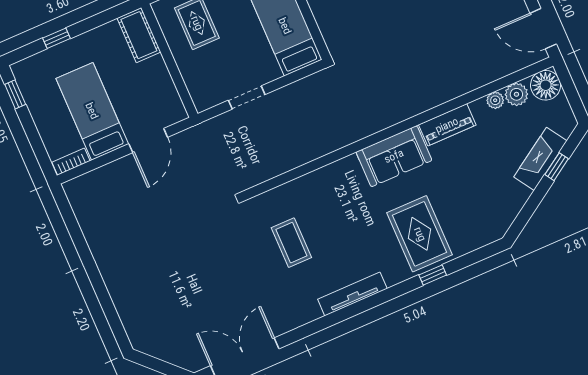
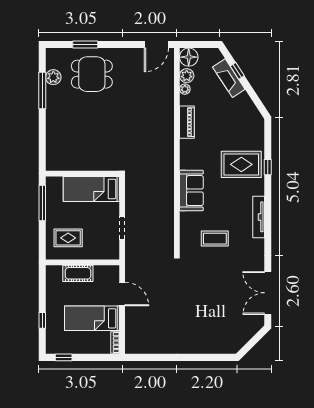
cot: (139, 35) -> (78, 273), moved
sofa: (394, 156) -> (191, 191), moved

